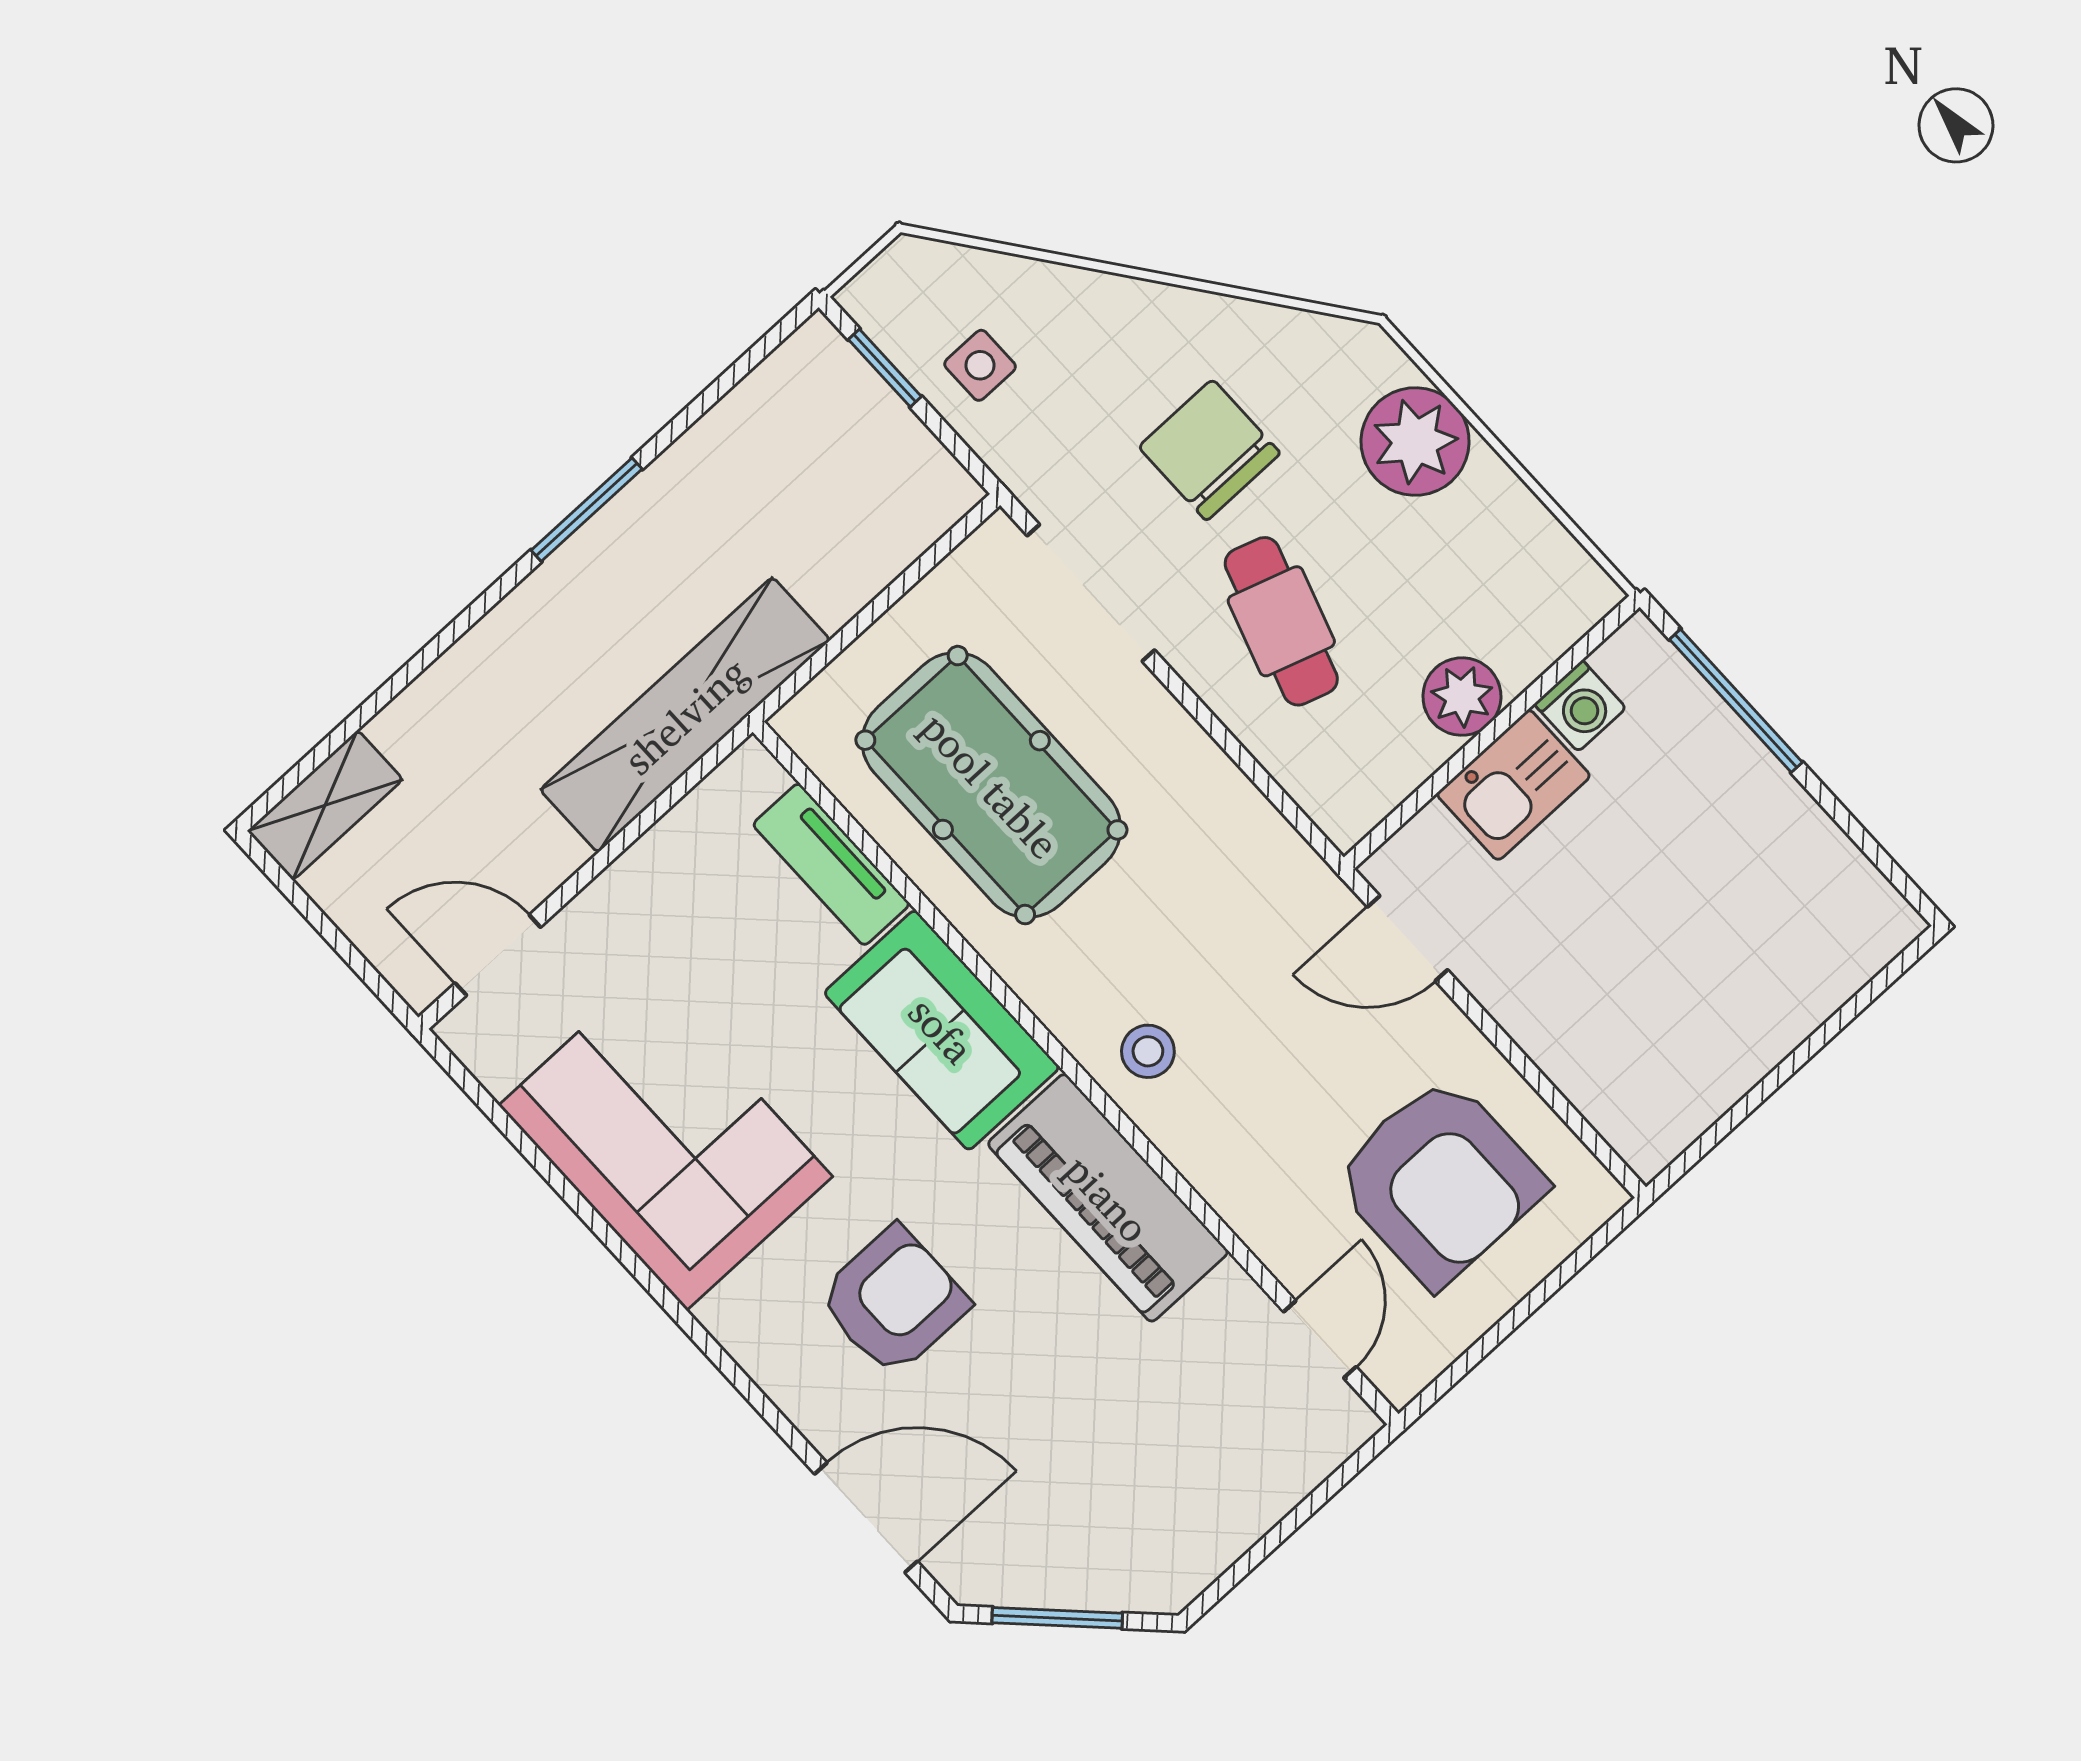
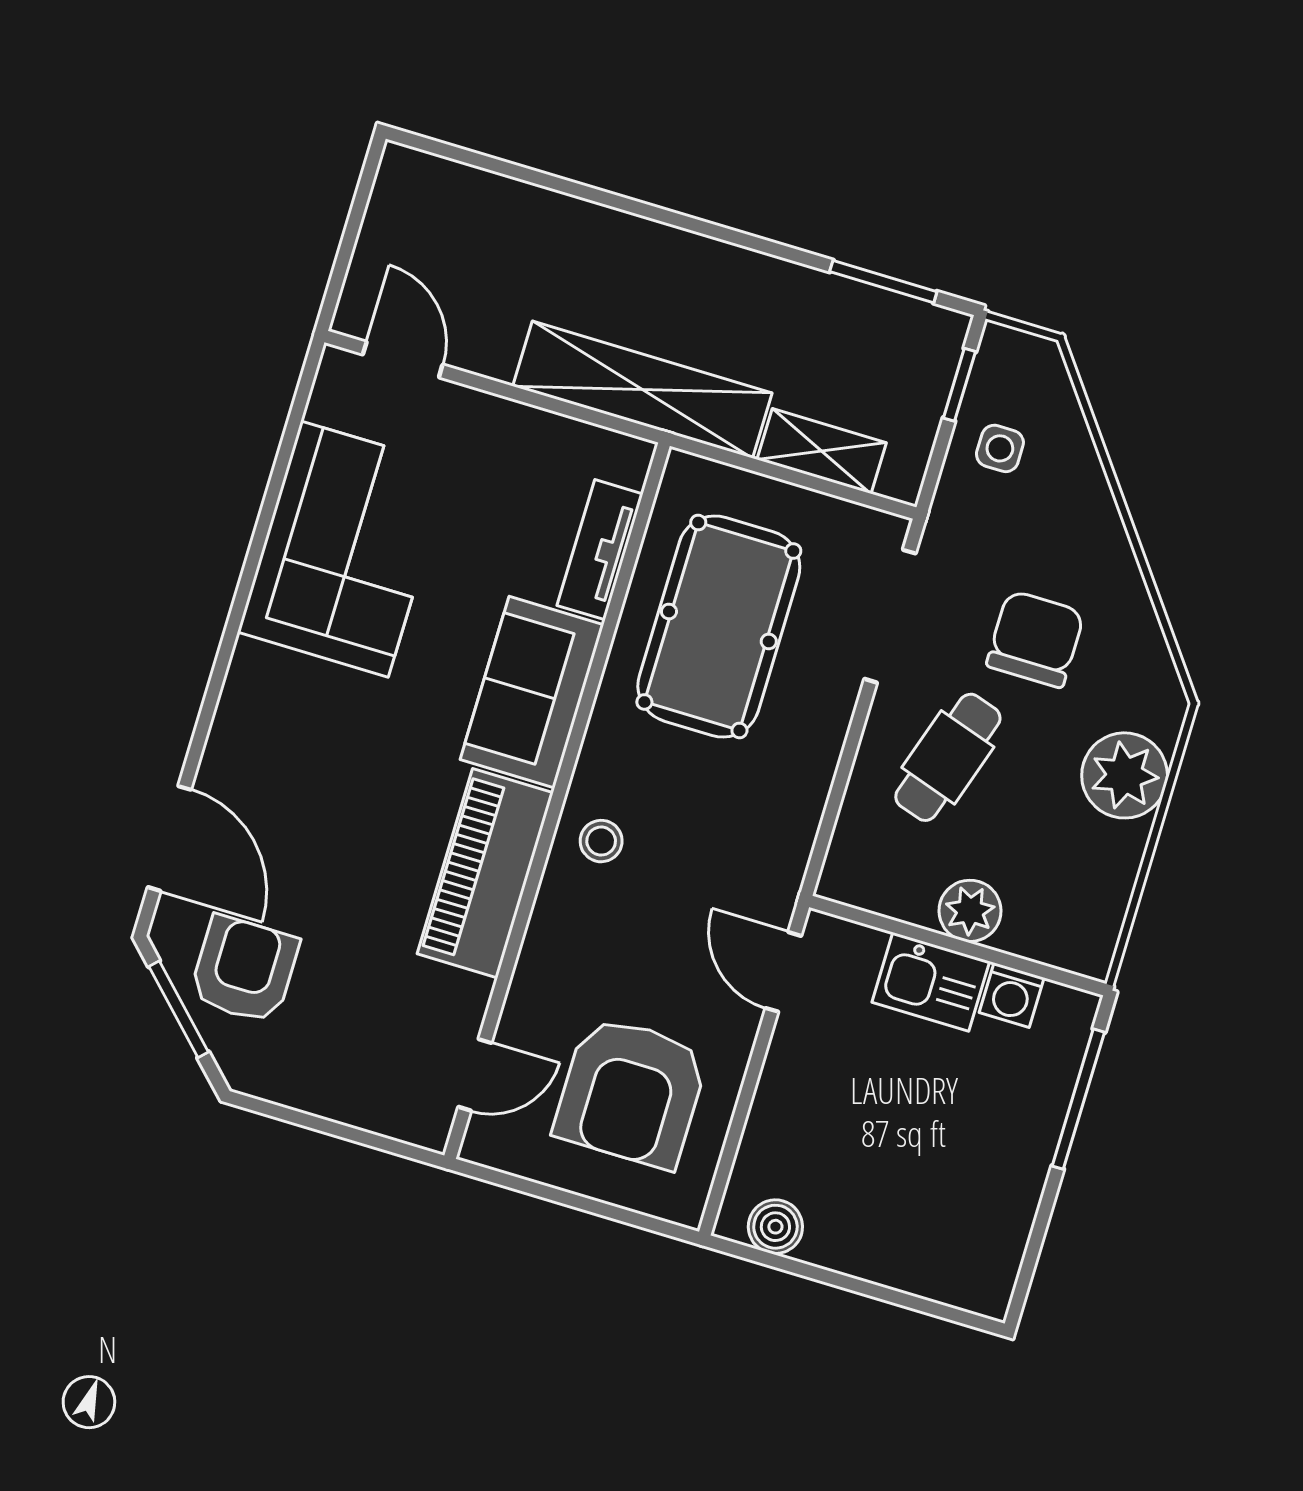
window: (587, 510) -> (883, 282), moved
shelving: (325, 805) -> (822, 451), moved
boiler: (1679, 1112) -> (775, 1227), added
armchair: (894, 1301) -> (244, 969), moved, turned -90

